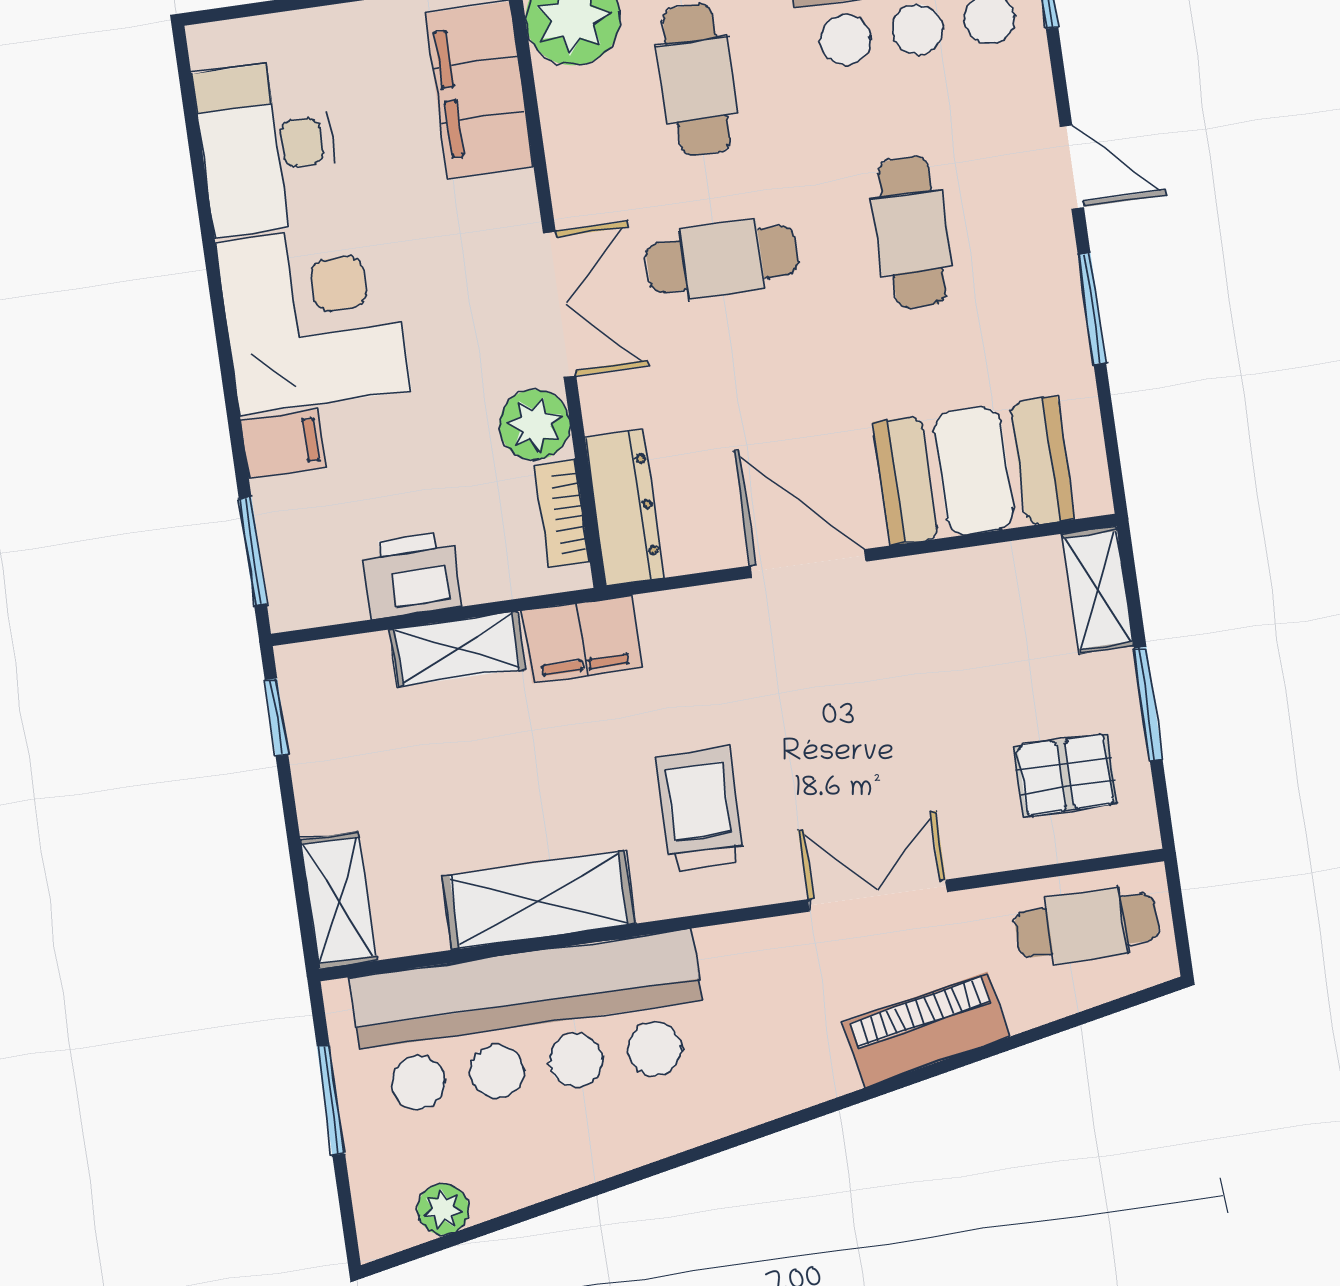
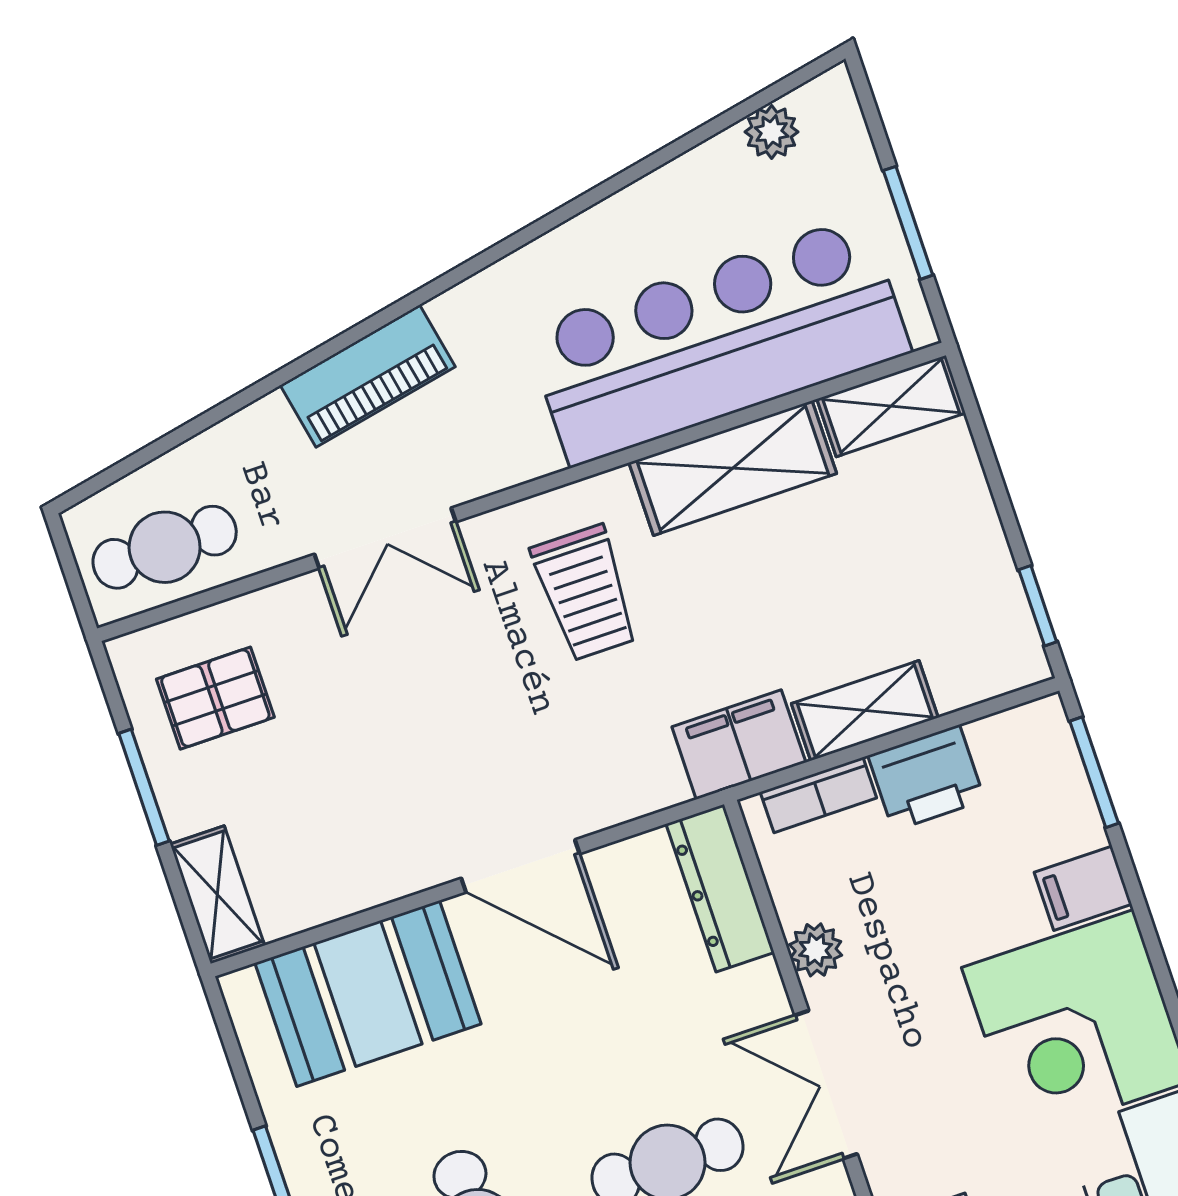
plant: (535, 425) -> (816, 950), width x0.73, depth x0.73
bookcase: (562, 514) -> (818, 795), moved, turned 90
shelving: (338, 900) -> (891, 406), moved, turned 90
piano: (926, 1030) -> (368, 376), moved

